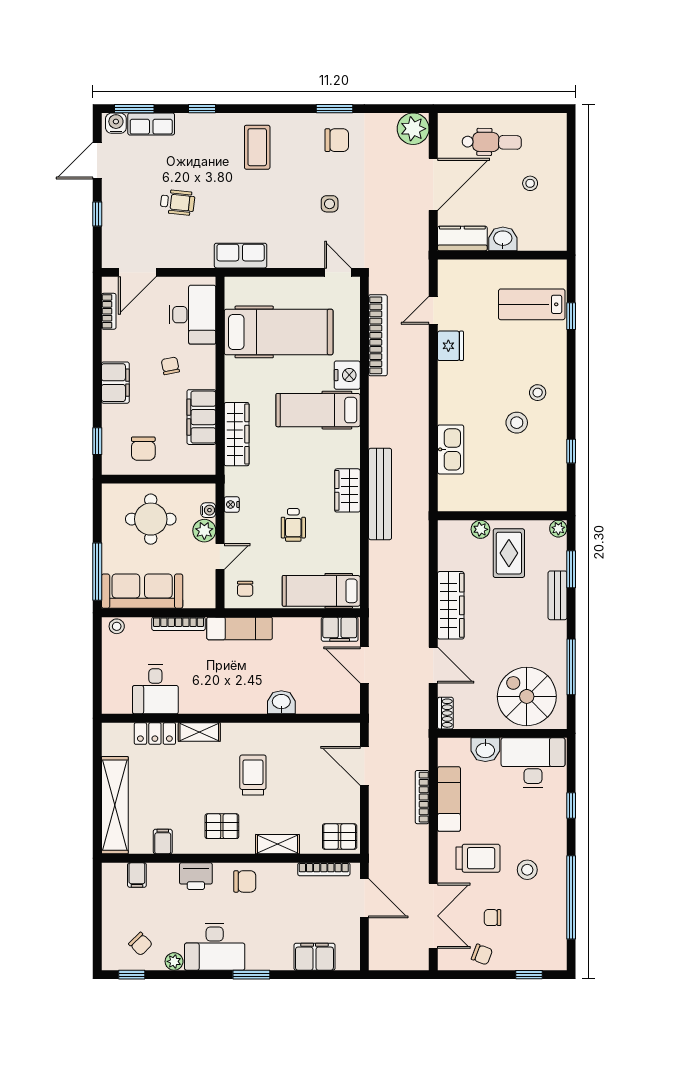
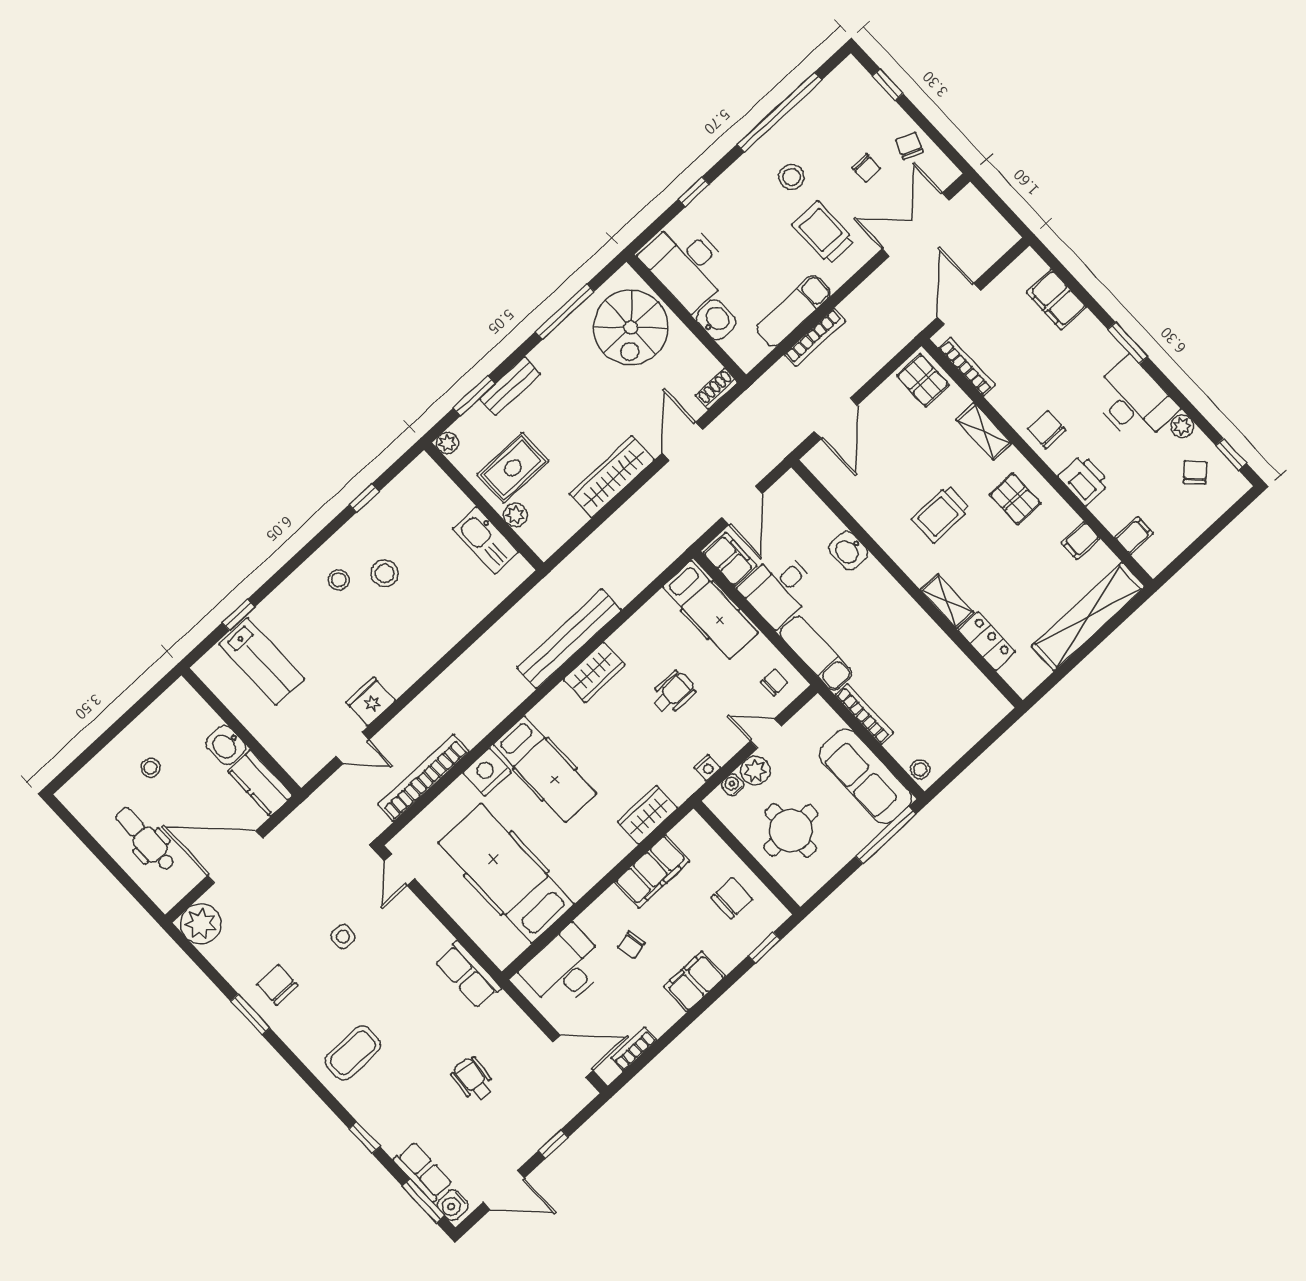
wardrobe: (237, 434) -> (647, 815), width x0.67
kitchen sink: (451, 449) -> (486, 540), moved, turned -90
desk: (155, 689) -> (779, 589), moved, turned 180

